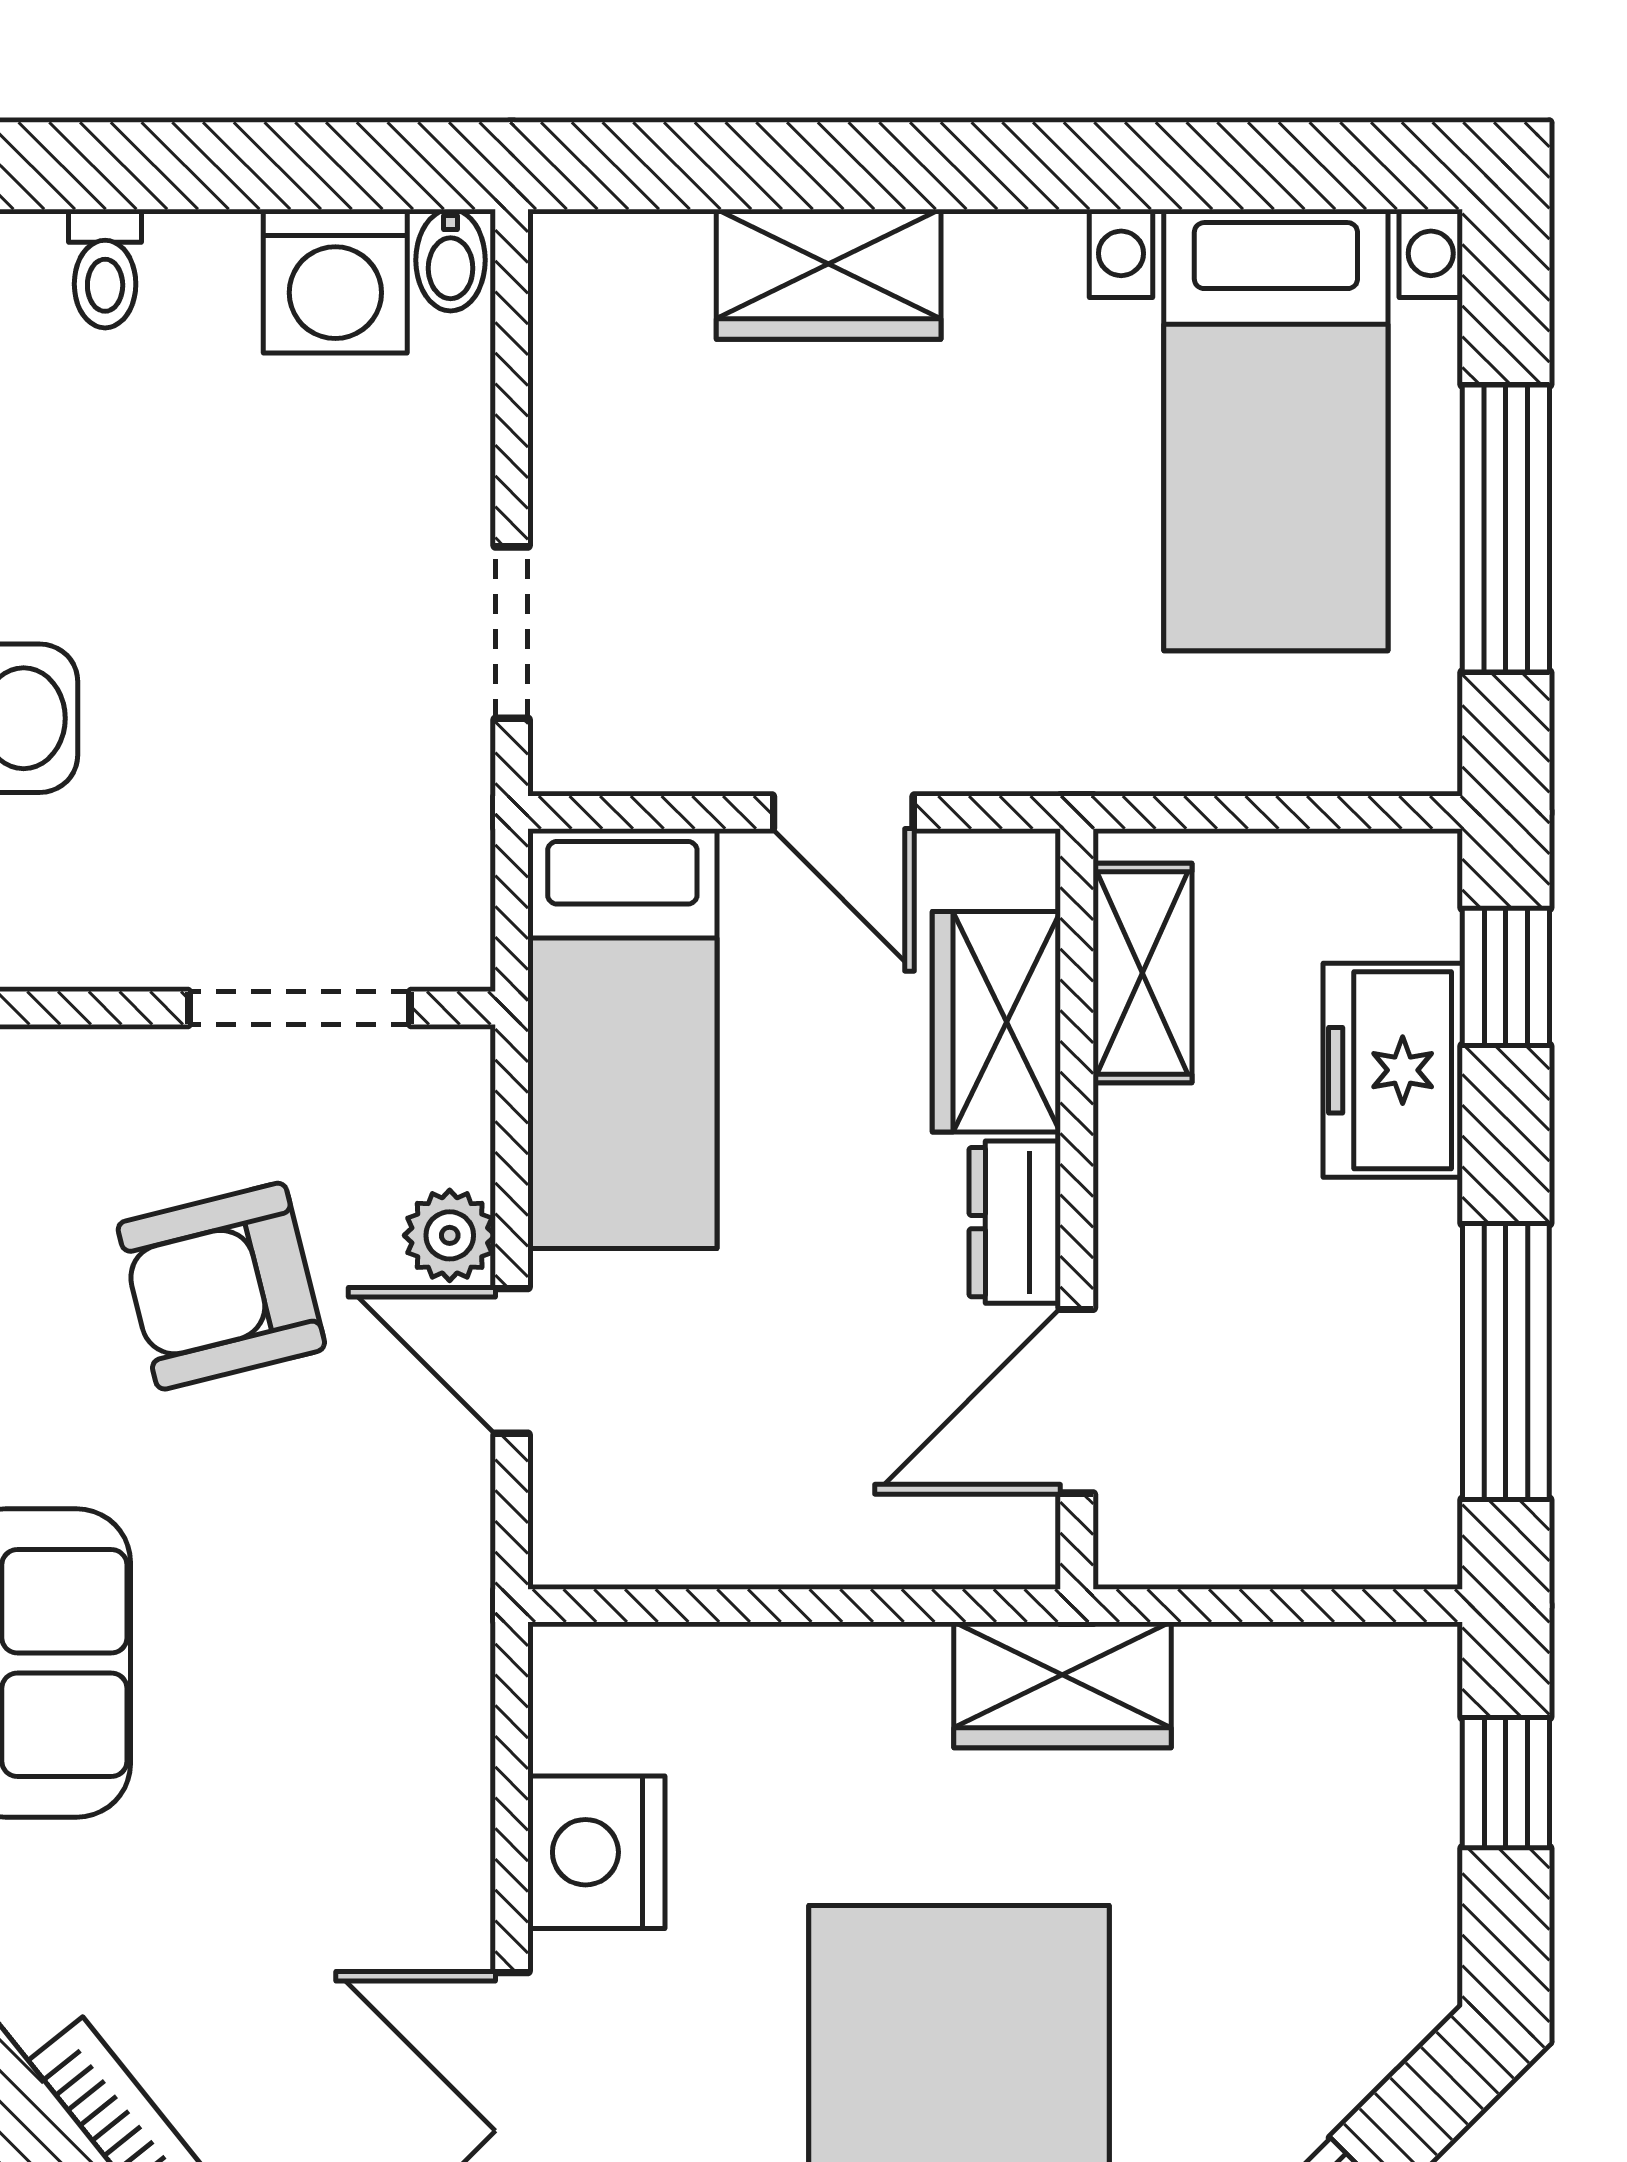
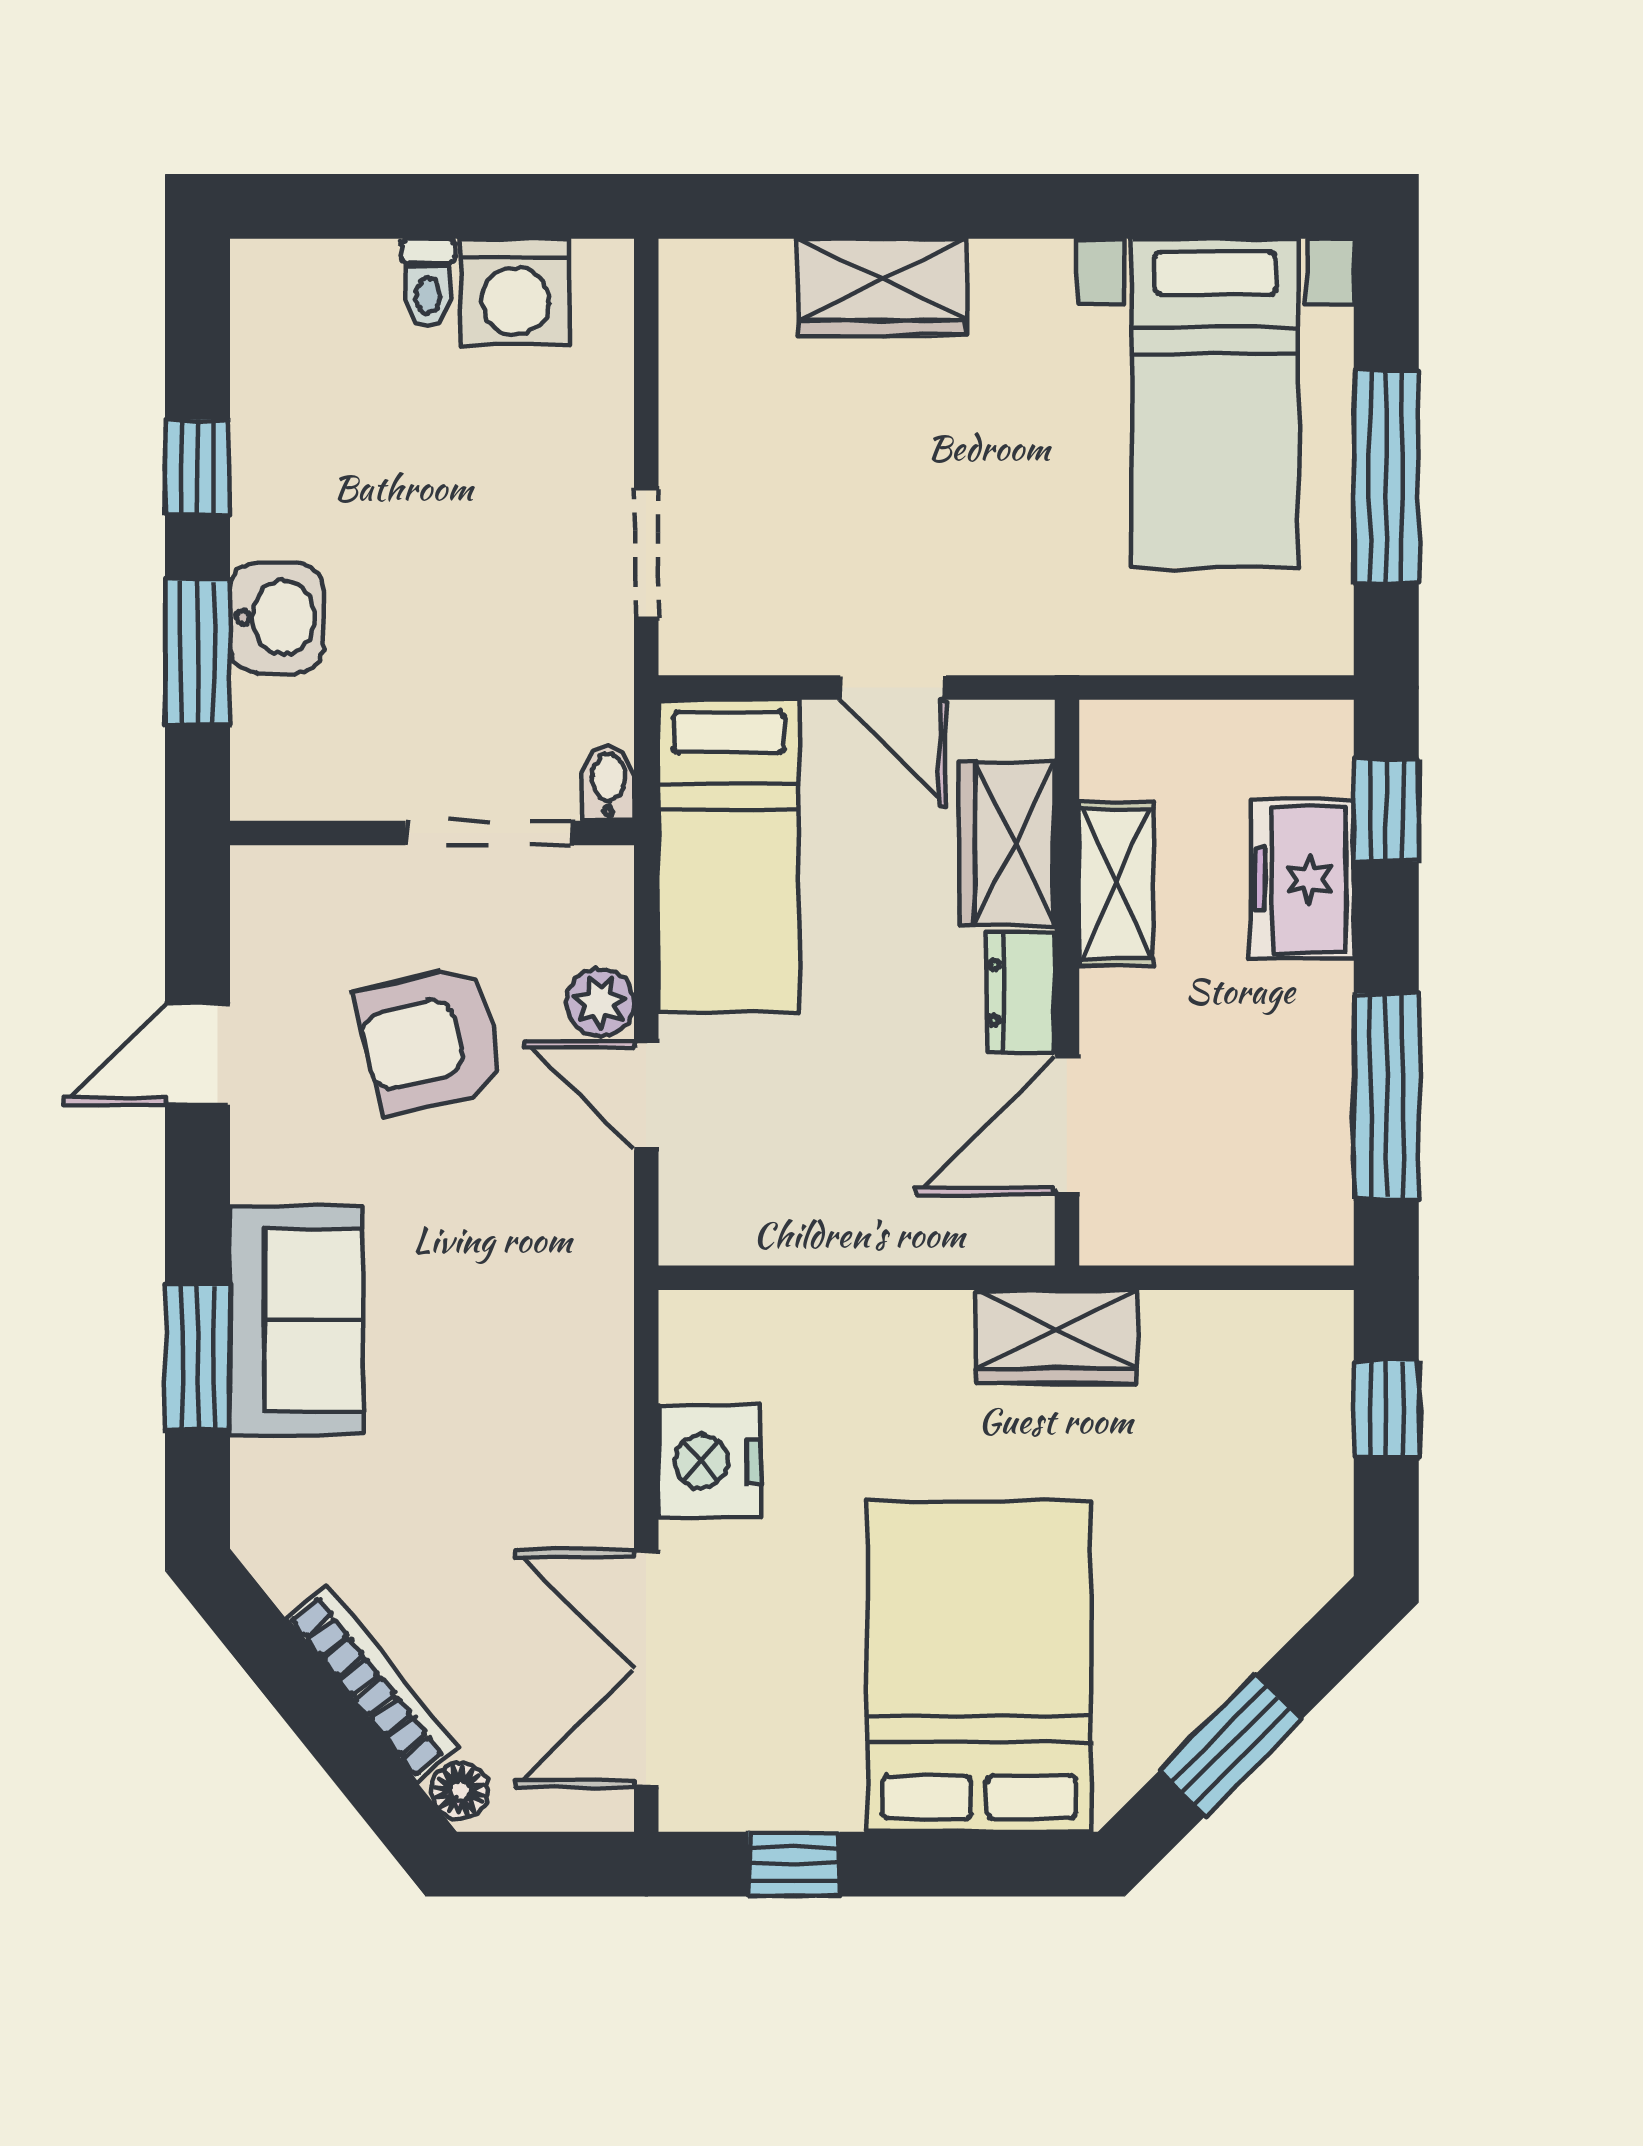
bidet: (451, 260) -> (608, 783), moved, turned 180
toilet: (105, 269) -> (428, 283), moved
shelving: (1142, 973) -> (1116, 884), moved

